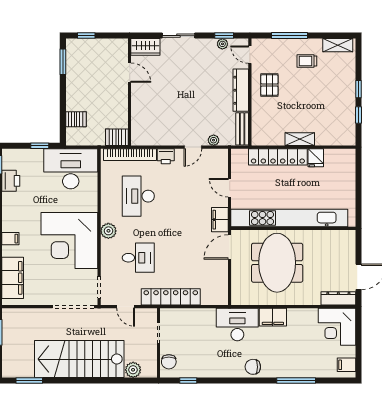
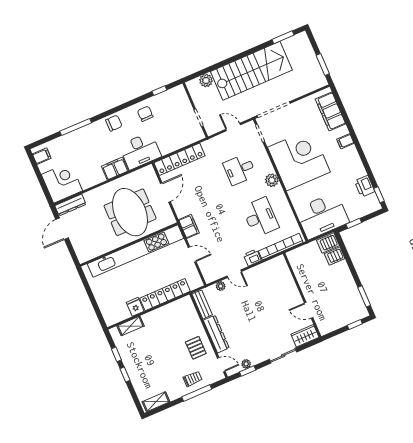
trolley: (307, 61) -> (193, 379), moved
server rack: (117, 137) -> (328, 243), moved, turned 180
shelving: (300, 139) -> (131, 326), moved
door: (193, 147) -> (234, 274), swing flipped
door: (230, 247) -> (165, 192), moved
locker: (171, 297) -> (179, 159), moved
chair: (169, 362) -> (145, 114), moved

